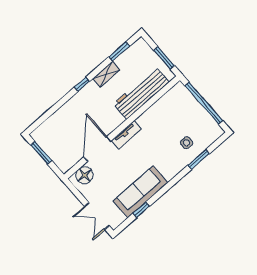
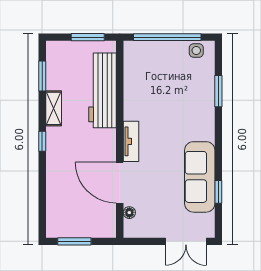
side table: (186, 143) -> (196, 50), moved
floor lamp: (85, 175) -> (129, 213), width x0.53, depth x0.53

